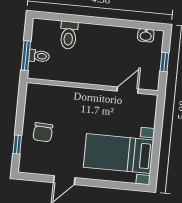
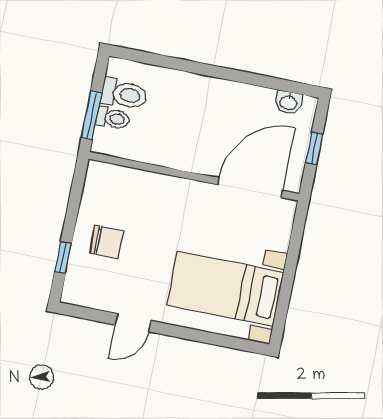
toilet: (69, 35) -> (124, 94), moved, turned -90
door: (128, 90) -> (250, 188), width x1.87
chair: (43, 132) -> (106, 242), turned -93

